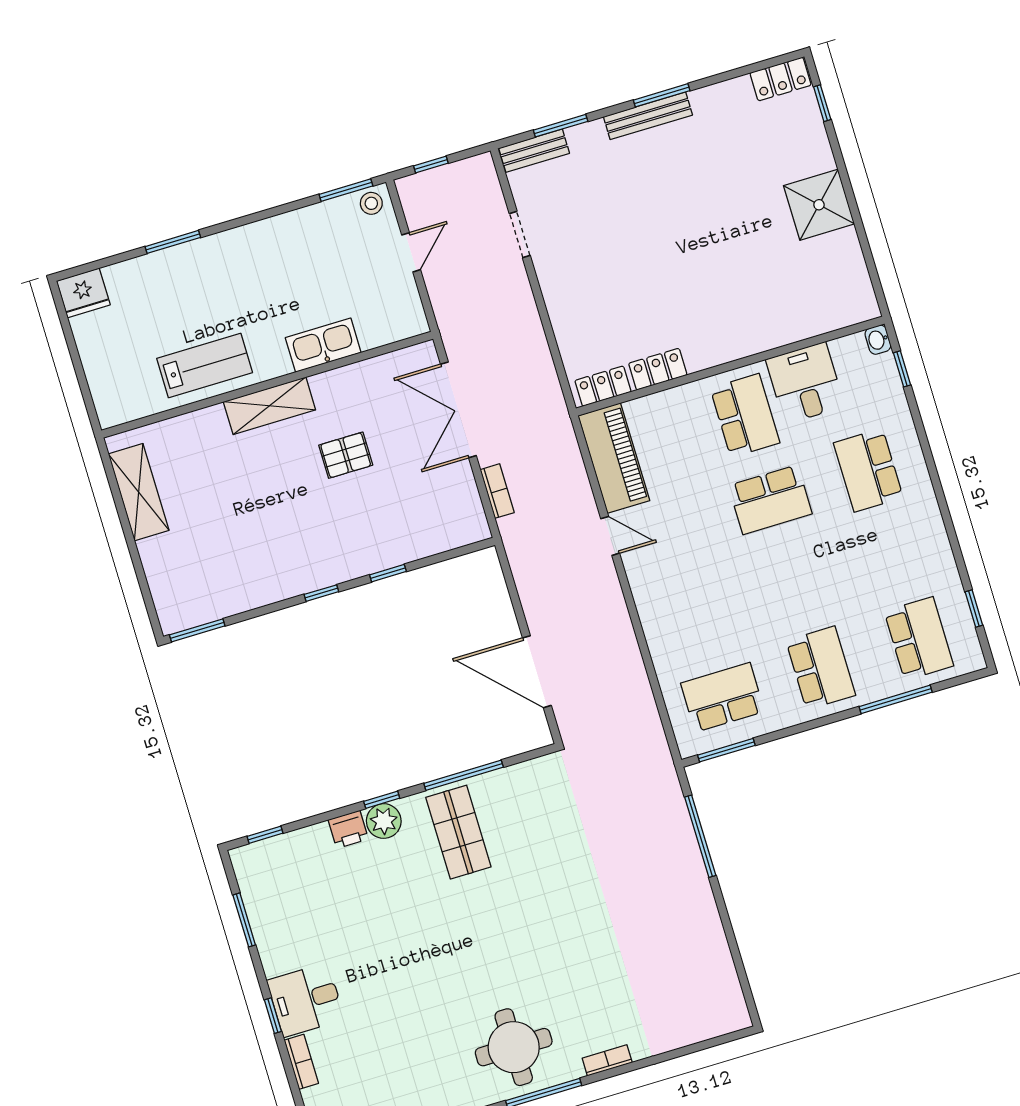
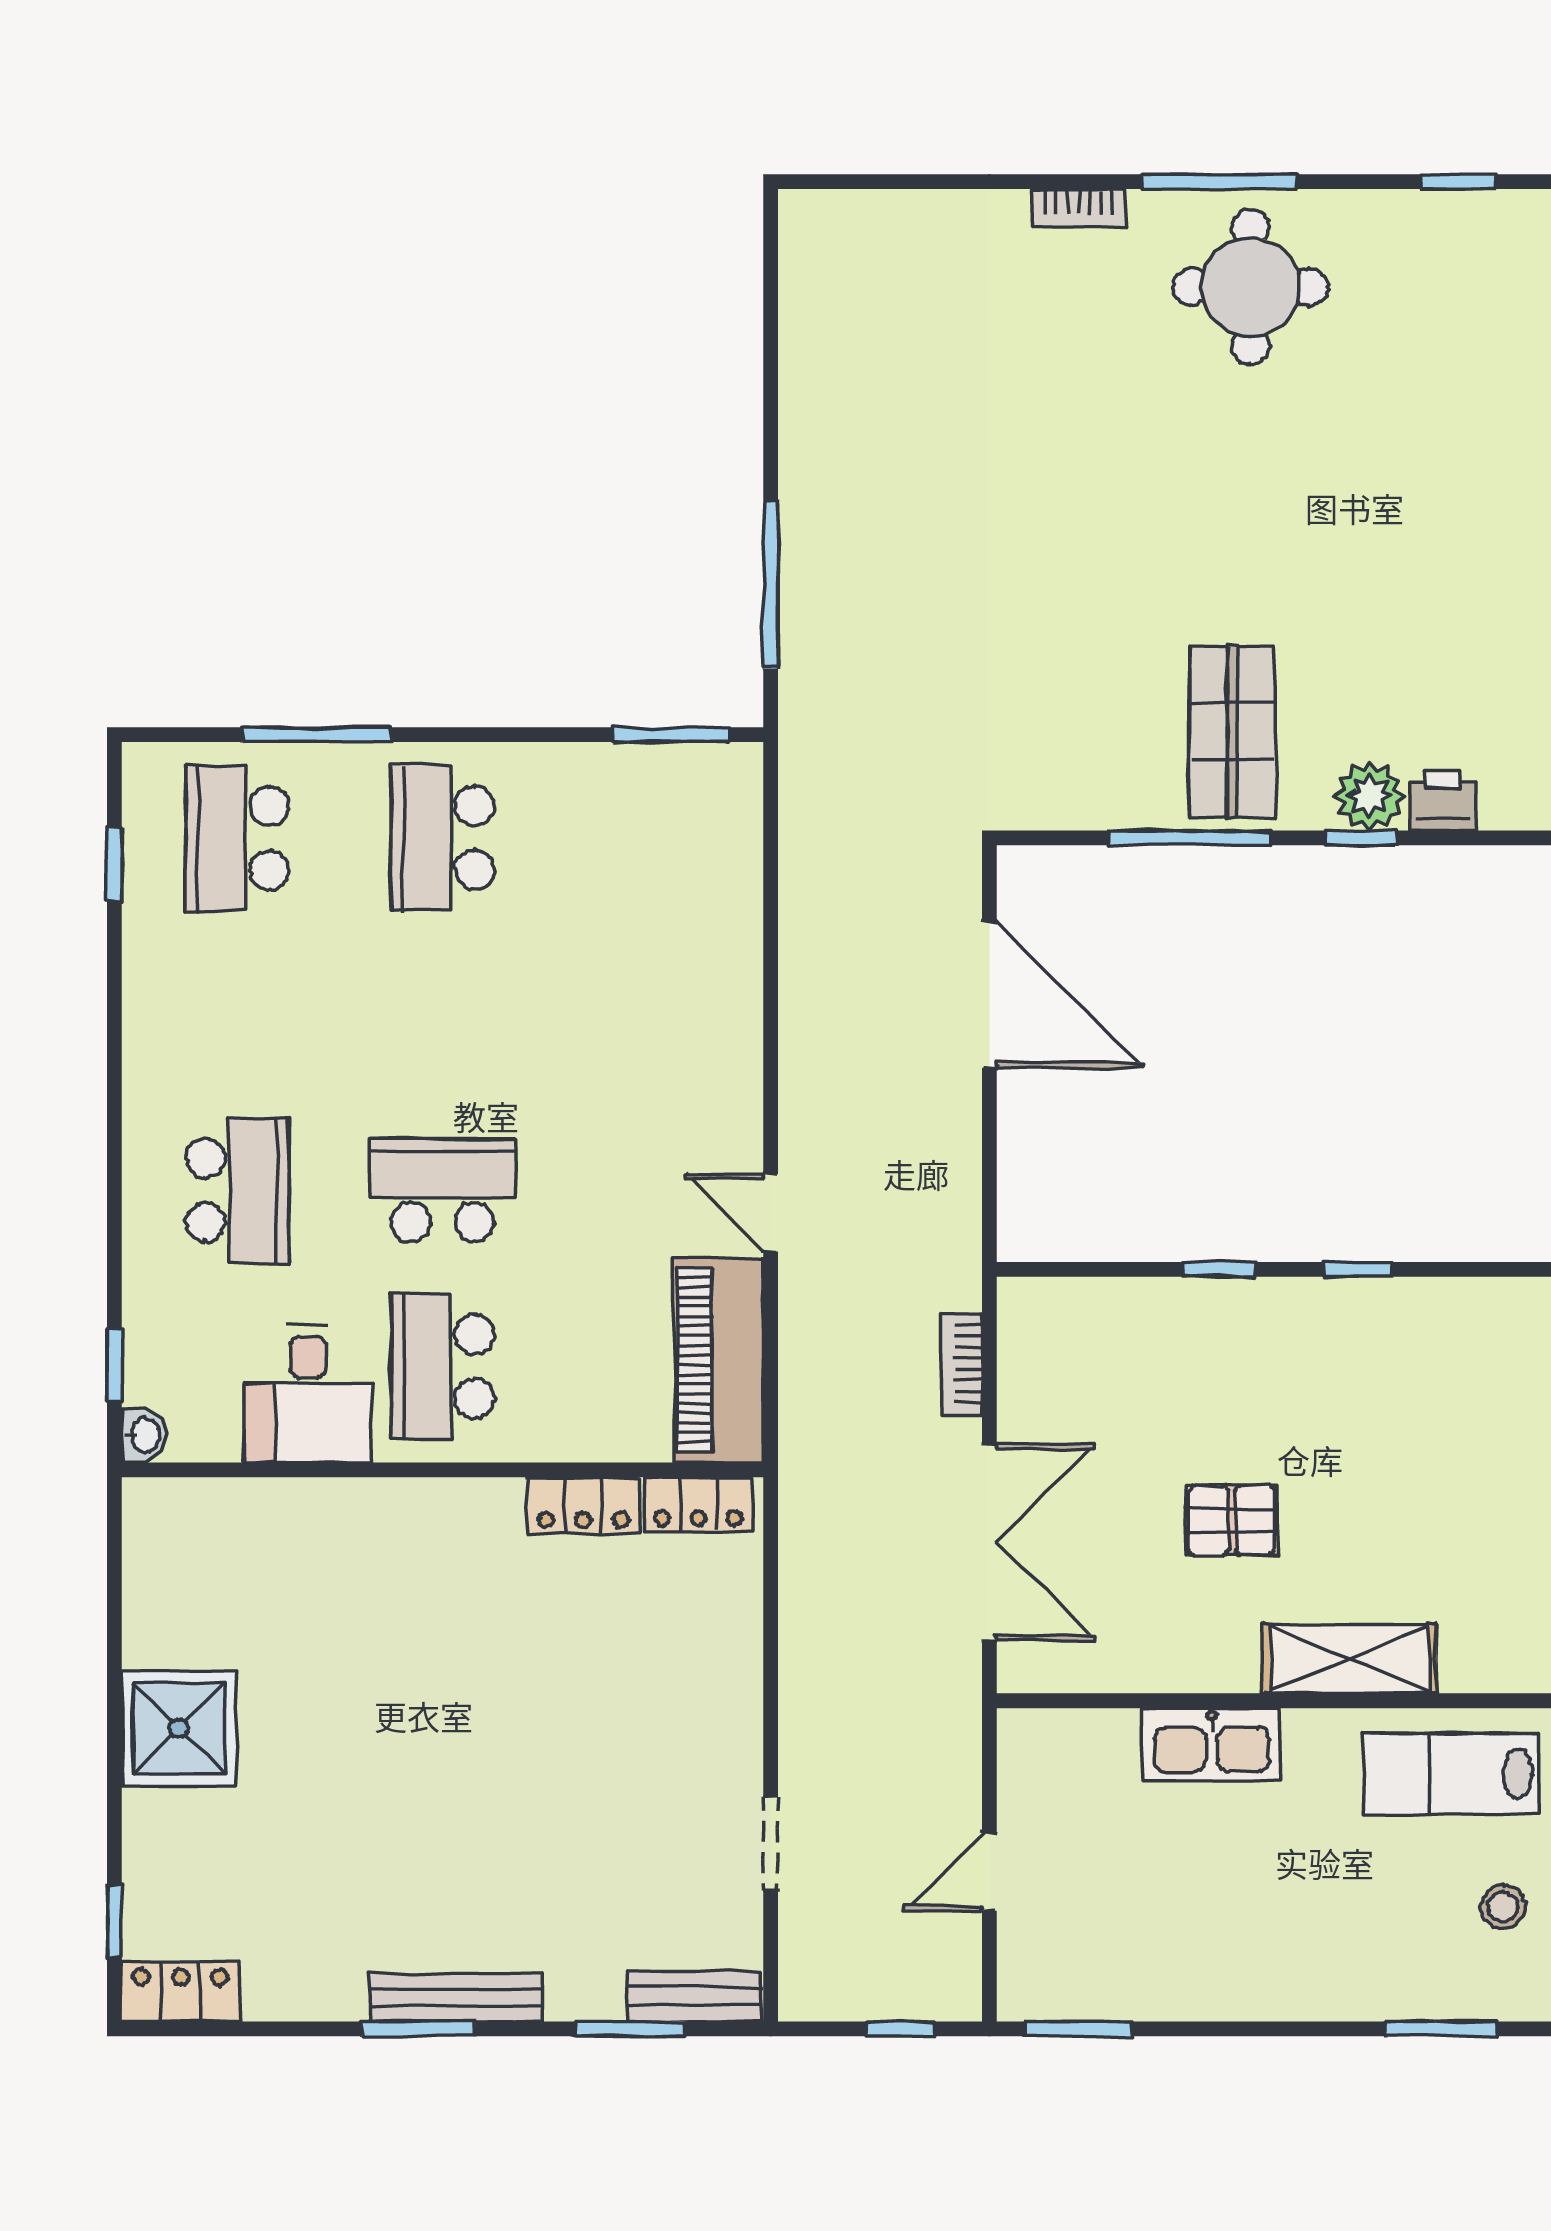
stool: (371, 203) -> (1503, 1907), moved
school desk: (723, 697) -> (648, 838), removed

